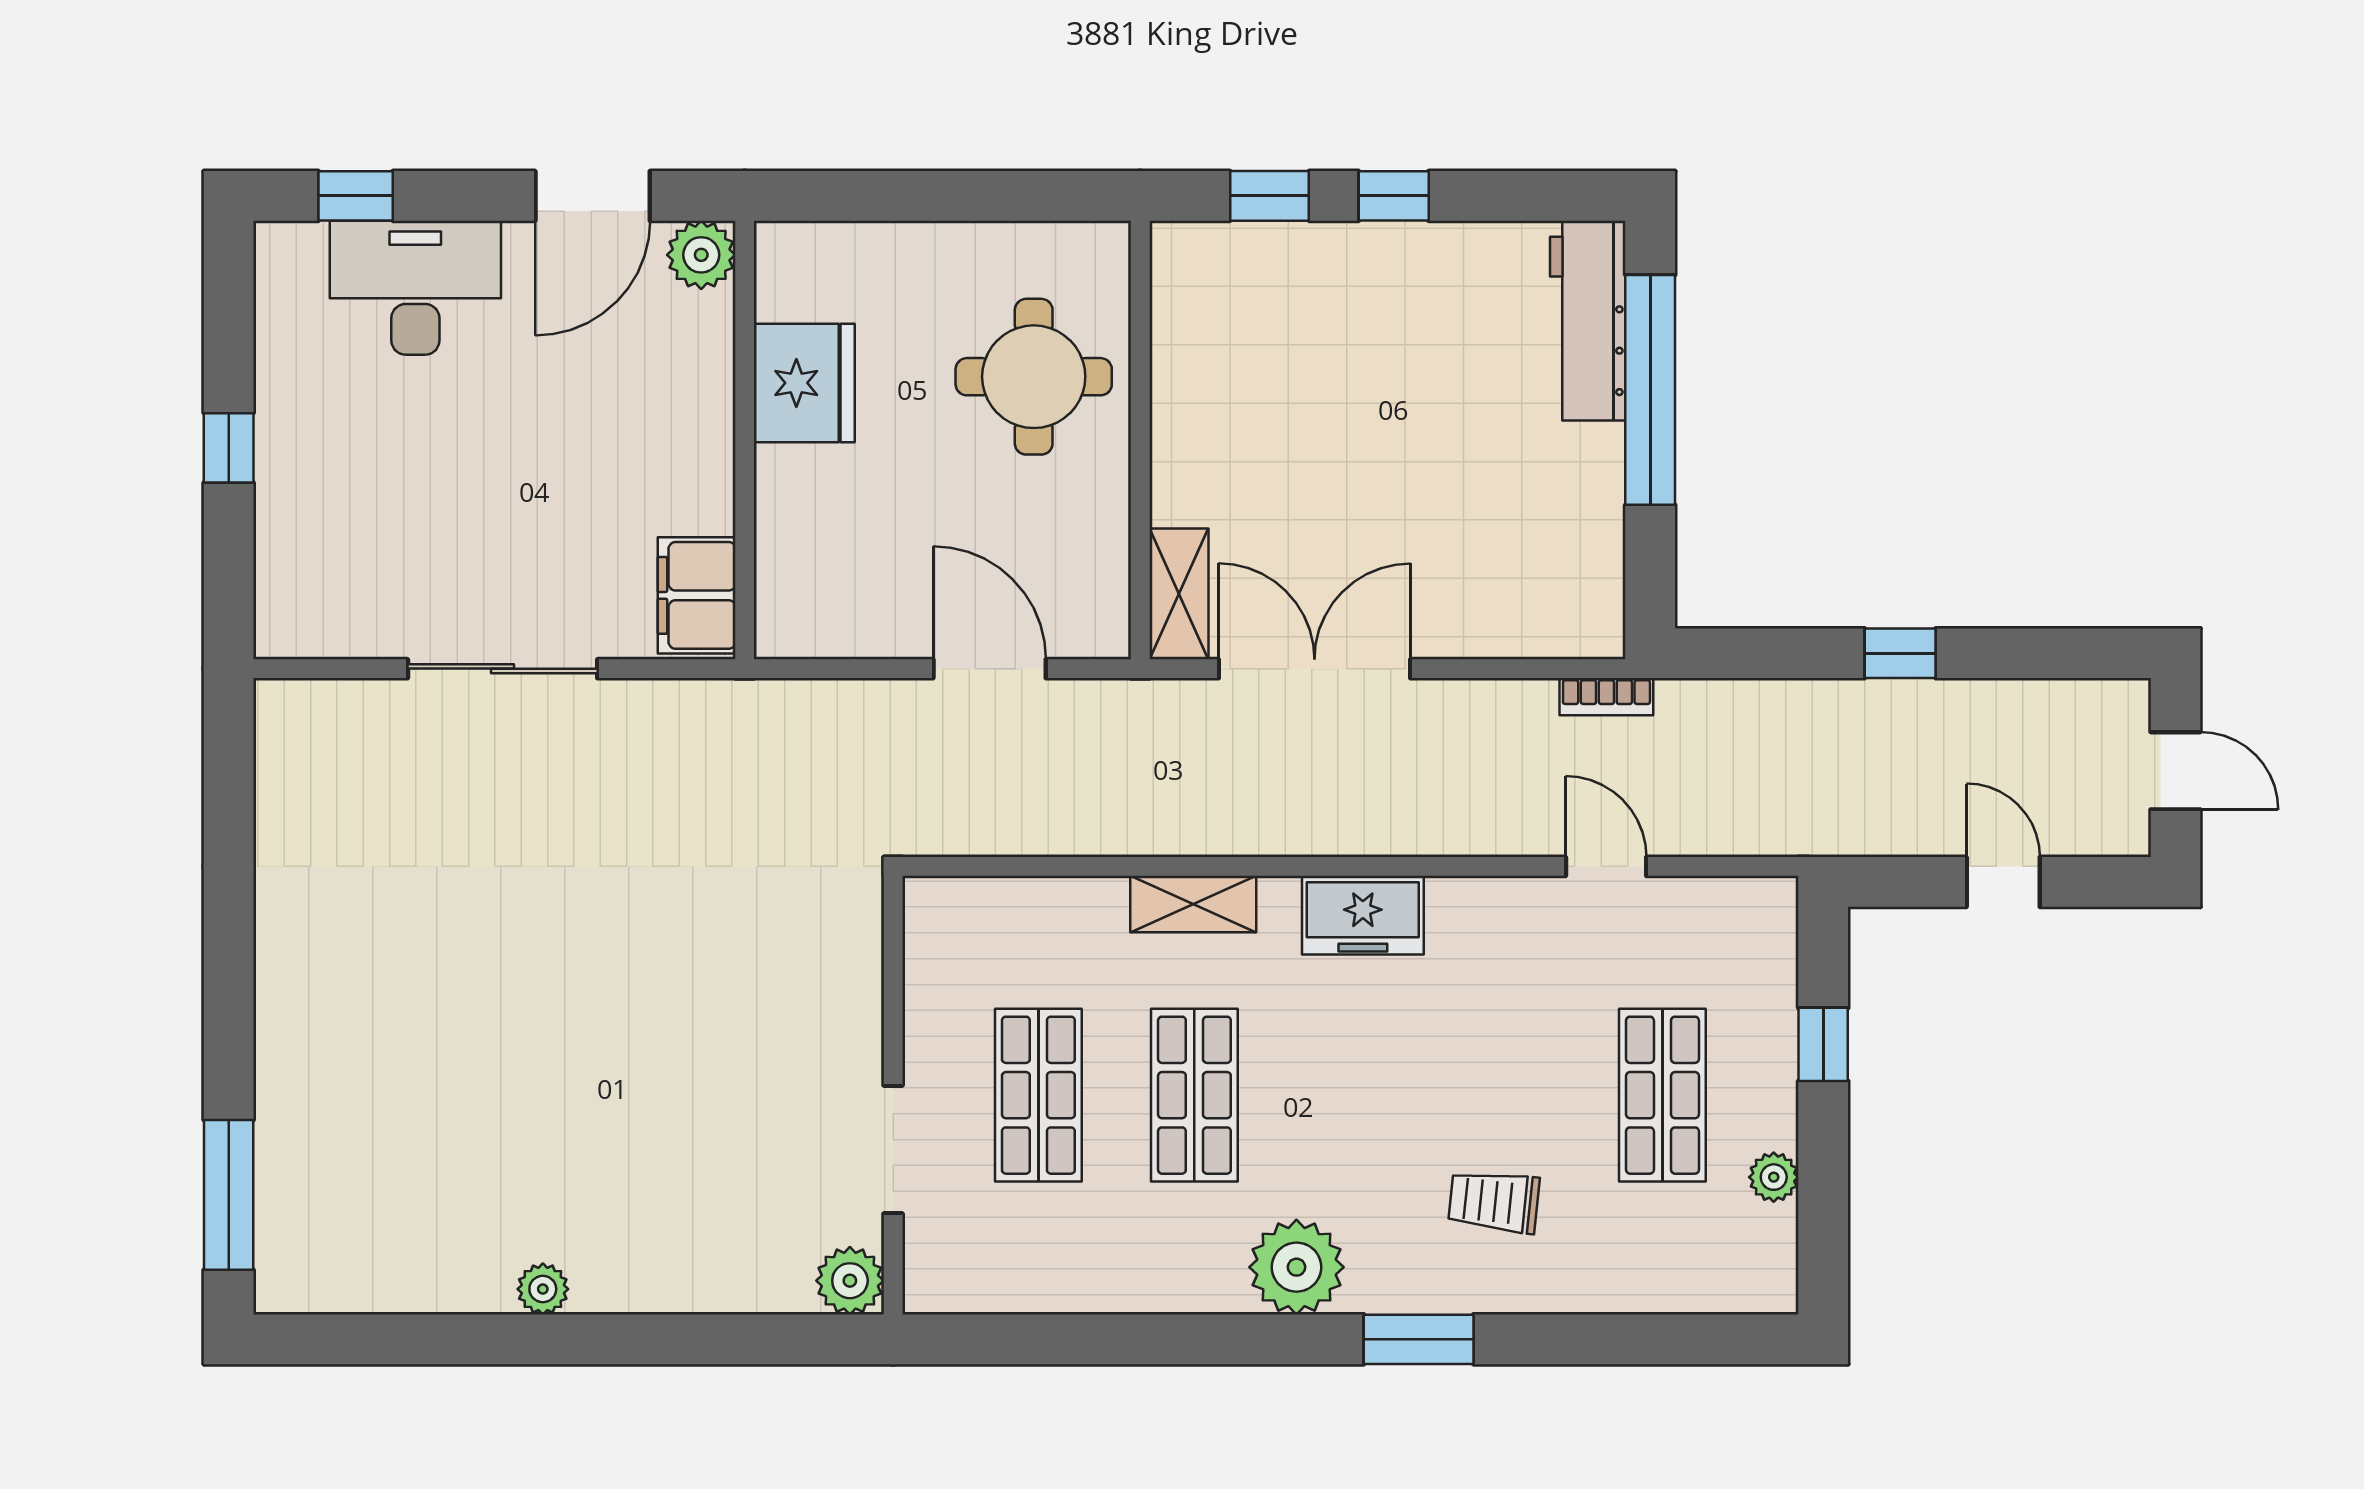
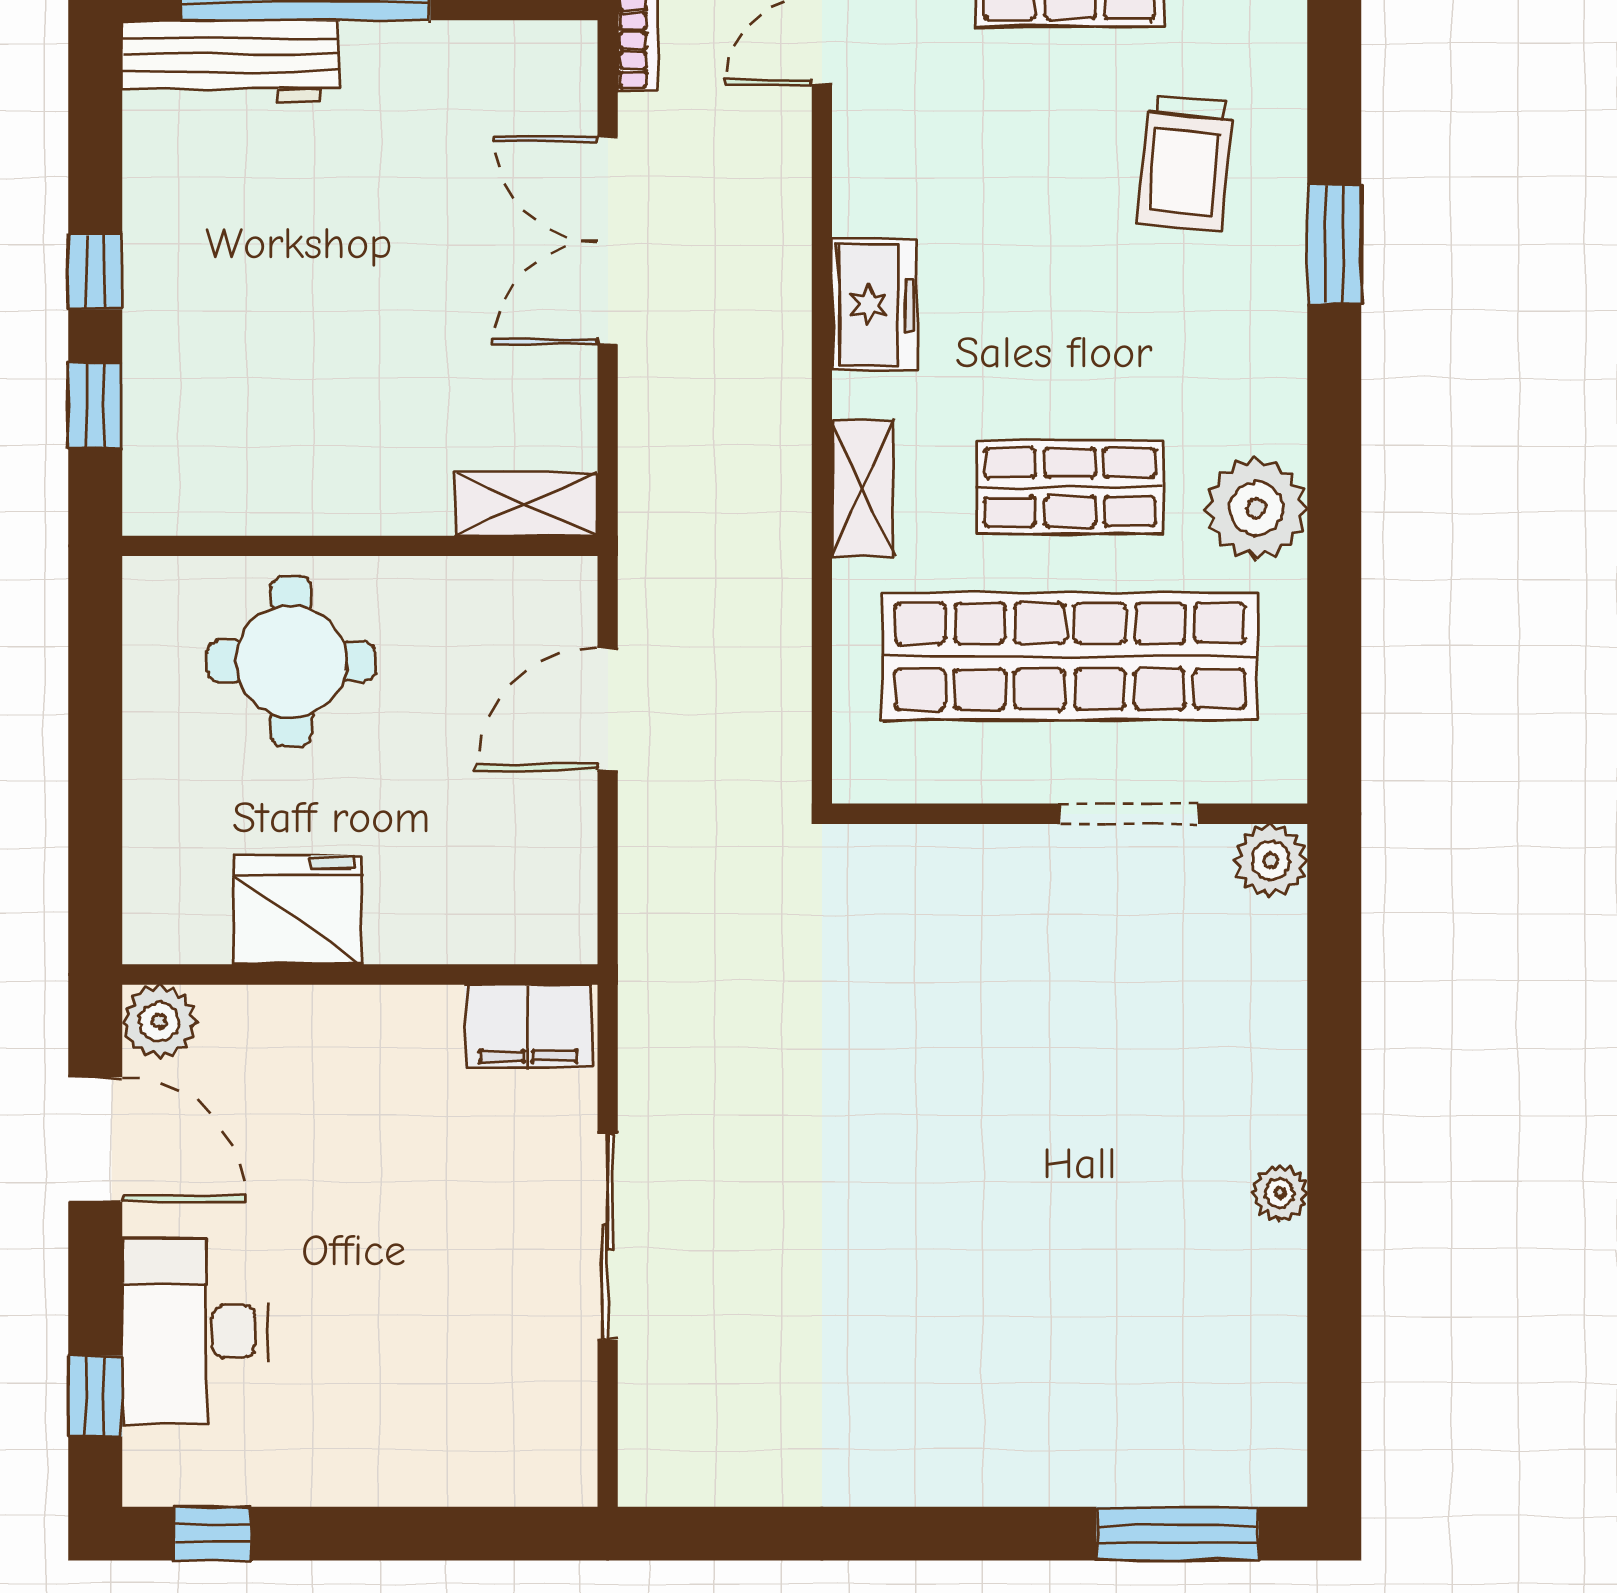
window: (229, 448) -> (213, 1534), moved
double door: (1315, 669) -> (608, 240), moved
shop shelf: (1038, 1095) -> (1070, 656), width x2.00, depth x1.36
trolley: (1494, 1202) -> (1185, 163), width x1.36, depth x1.39
plant: (1296, 1267) -> (1256, 509), moved

